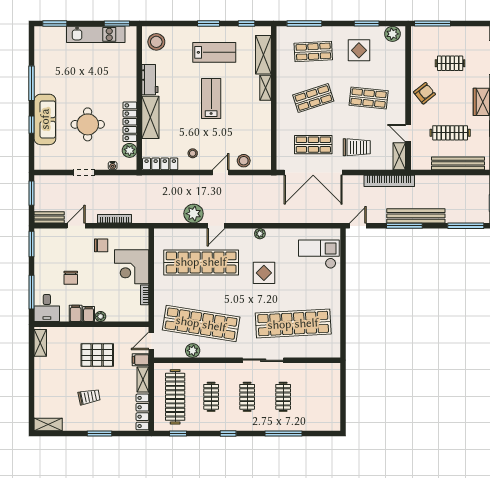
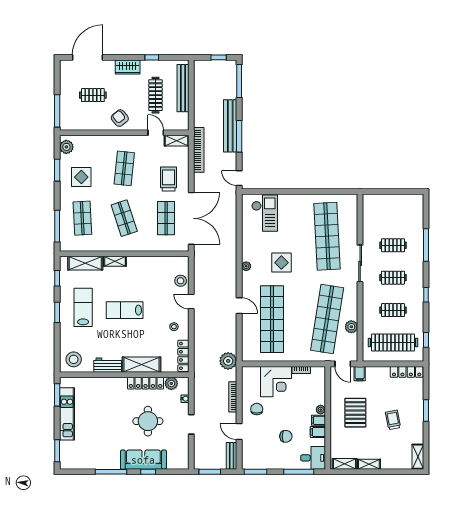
clothes rail: (450, 63) -> (93, 95), turned 90
door: (408, 133) -> (156, 133), swing flipped
plant: (194, 214) -> (228, 361), moved
checkout: (319, 254) -> (265, 213), turned 180
shelving: (143, 379) -> (369, 464), moved

